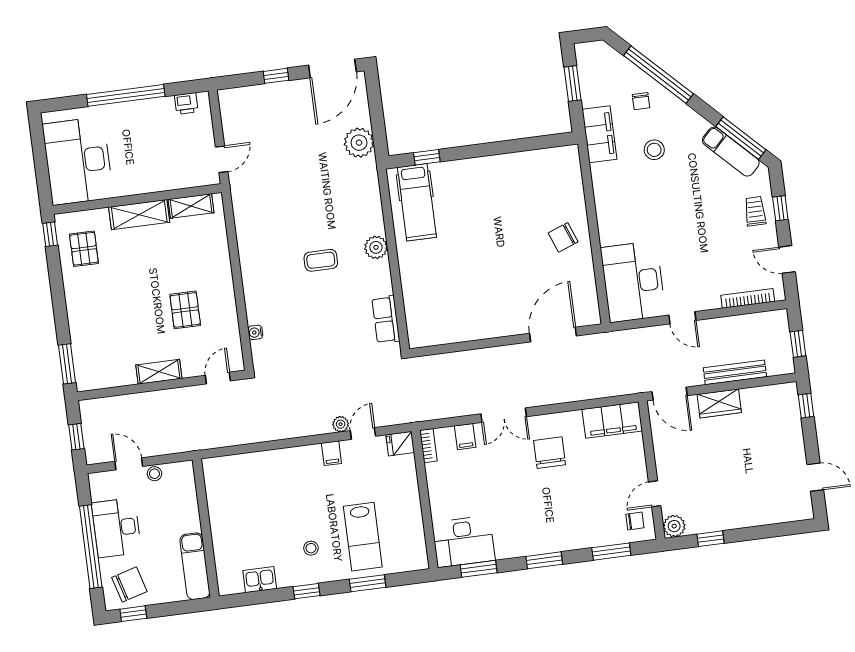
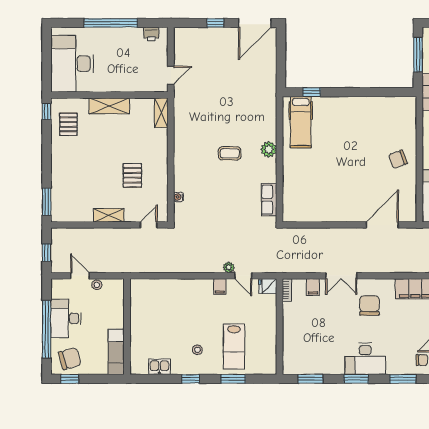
window: (573, 84) -> (418, 55), width x1.44
plant: (359, 143) -> (266, 76), removed
shelving: (191, 206) -> (161, 113), moved, turned 90
door: (363, 433) -> (243, 276), swing flipped
desk: (464, 542) -> (365, 359), moved

